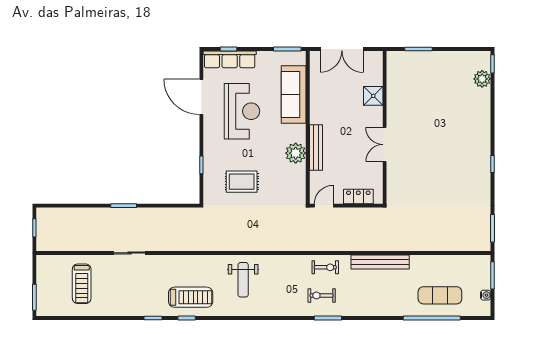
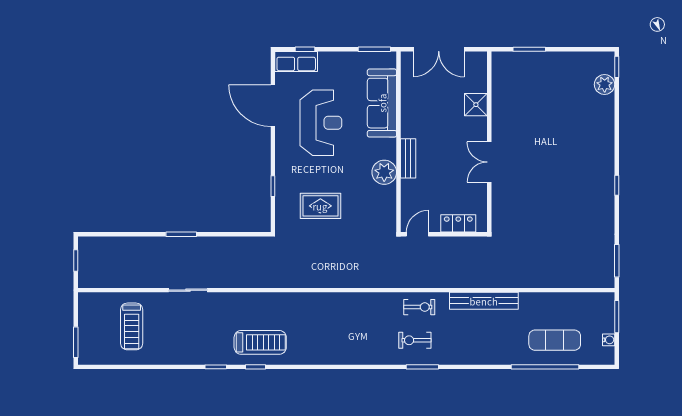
row of seats: (230, 59) -> (296, 61), width x0.68
bench: (316, 147) -> (408, 158), width x0.73
weight bench: (243, 280) -> (322, 322), removed

